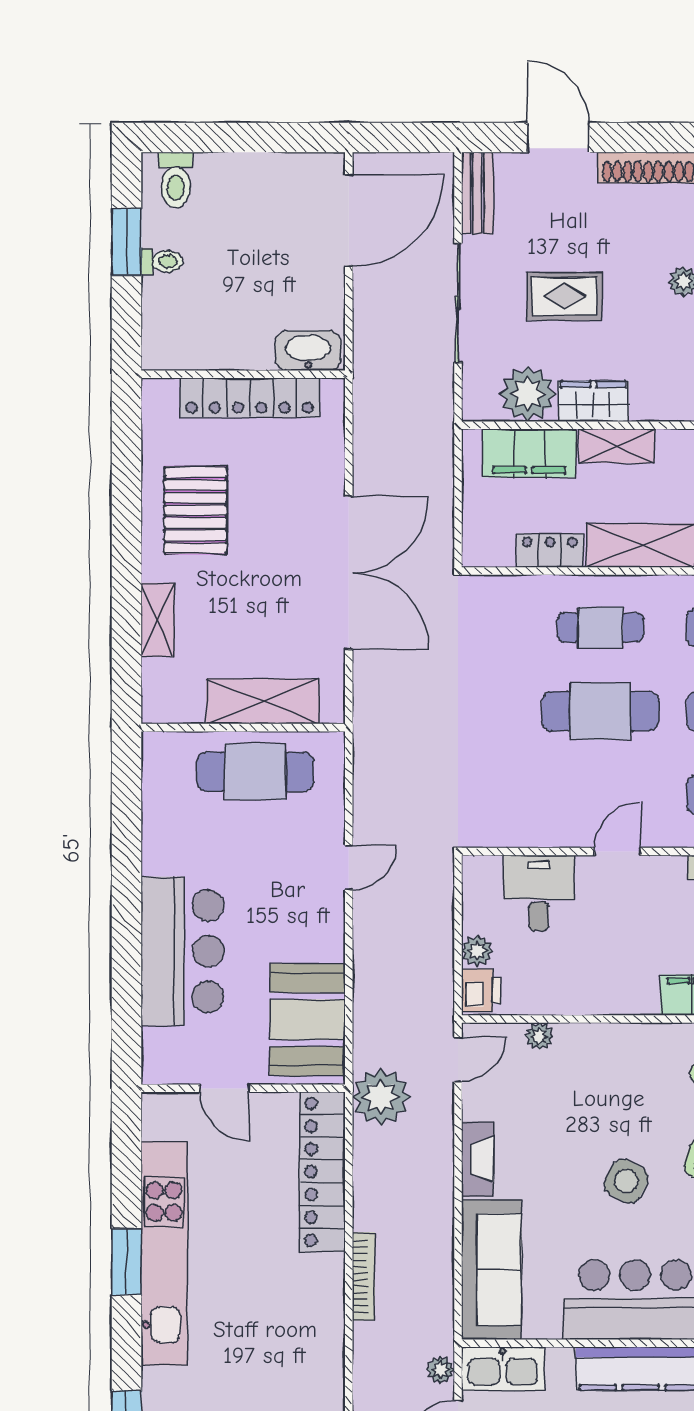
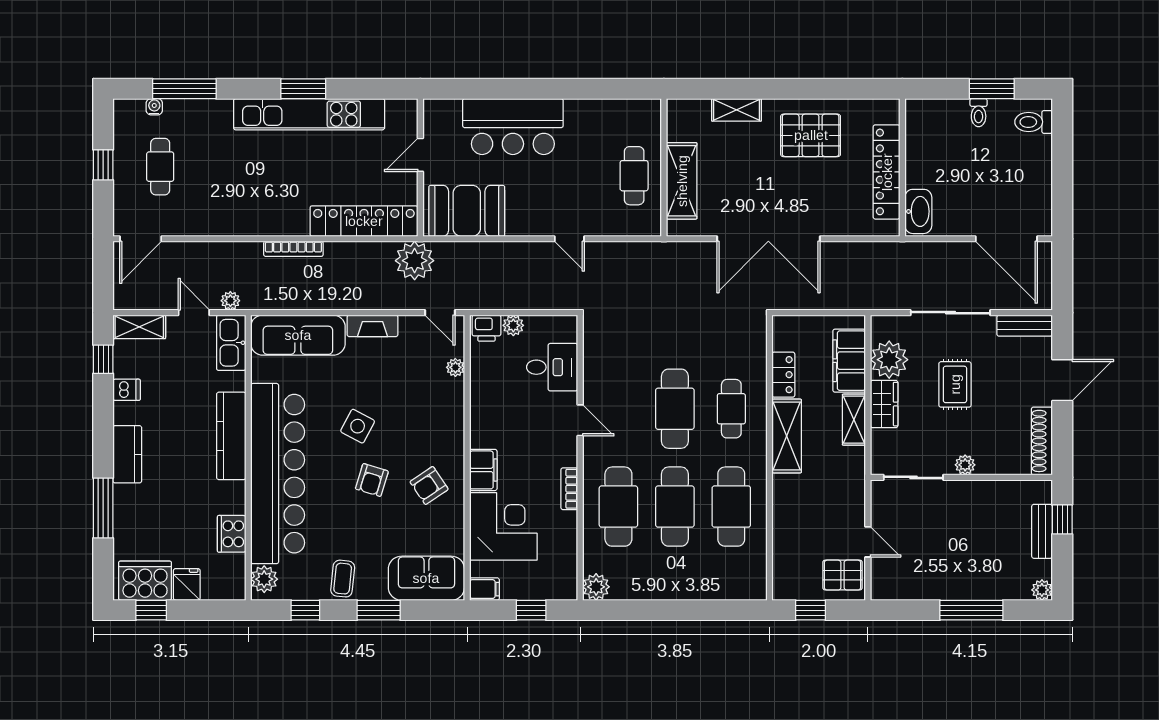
cafe table: (255, 772) -> (634, 176), width x0.73, depth x0.74

